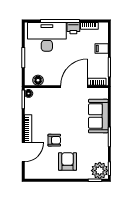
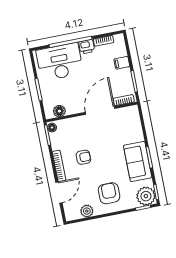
sofa: (98, 116) -> (138, 162), moved
armchair: (54, 140) -> (83, 157), moved
plant: (45, 173) -> (87, 211), added

